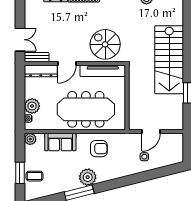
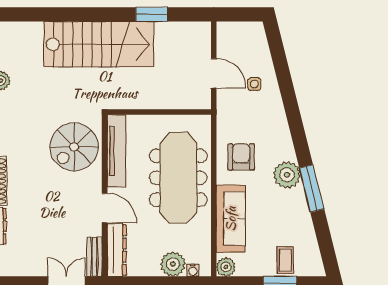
sofa: (60, 142) -> (231, 219), width x1.36

